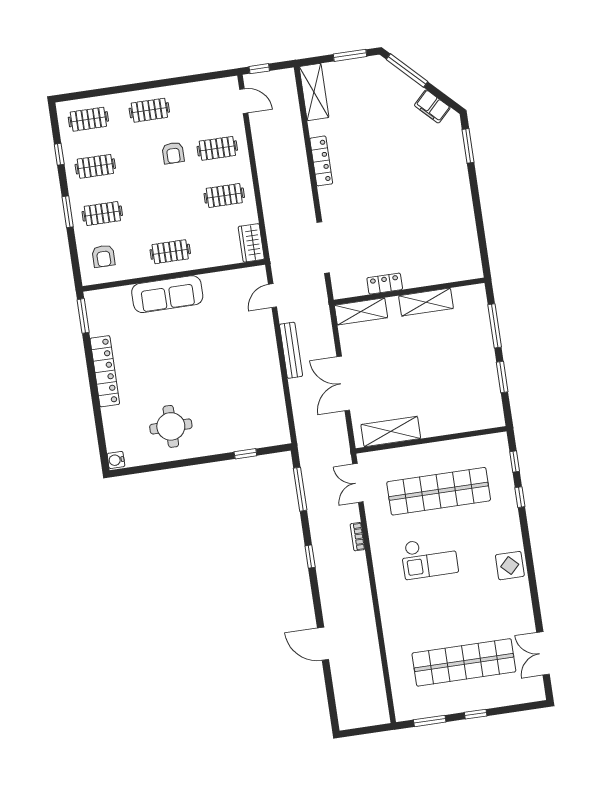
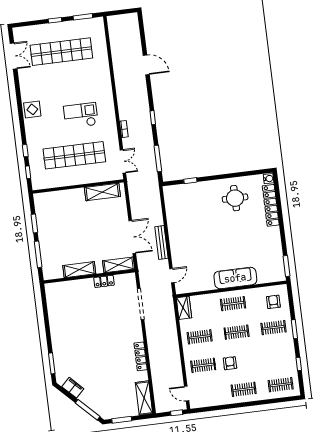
clothes rail: (95, 166) -> (237, 332), moved
locker: (105, 371) -> (271, 205), moved
double door: (343, 383) -> (132, 237), moved

